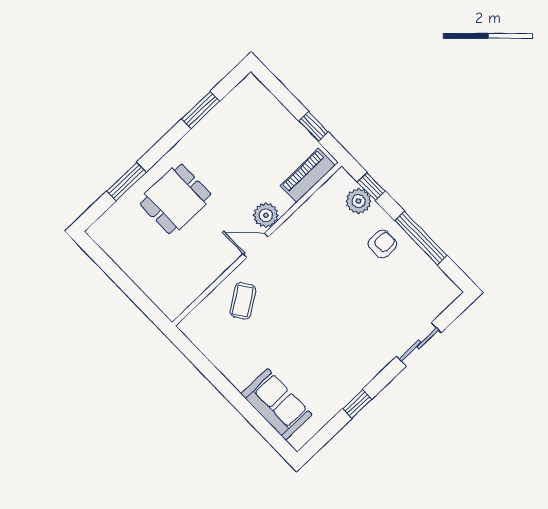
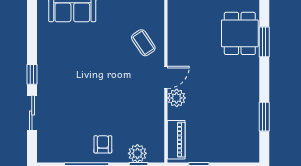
dining table: (175, 199) -> (240, 33), moved
armchair: (382, 244) -> (103, 144), turned 180
window: (357, 404) -> (32, 74), moved

